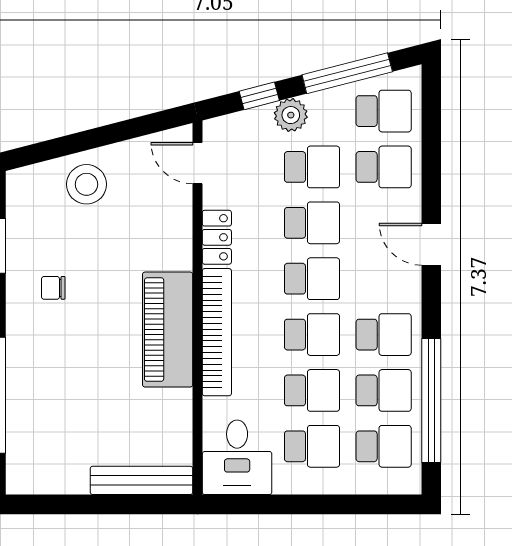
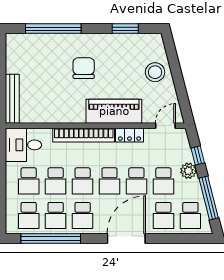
door: (431, 244) -> (126, 238), width x1.87
chair: (53, 288) -> (84, 68), moved, width x1.87, depth x1.87
piano: (168, 330) -> (114, 111), moved

